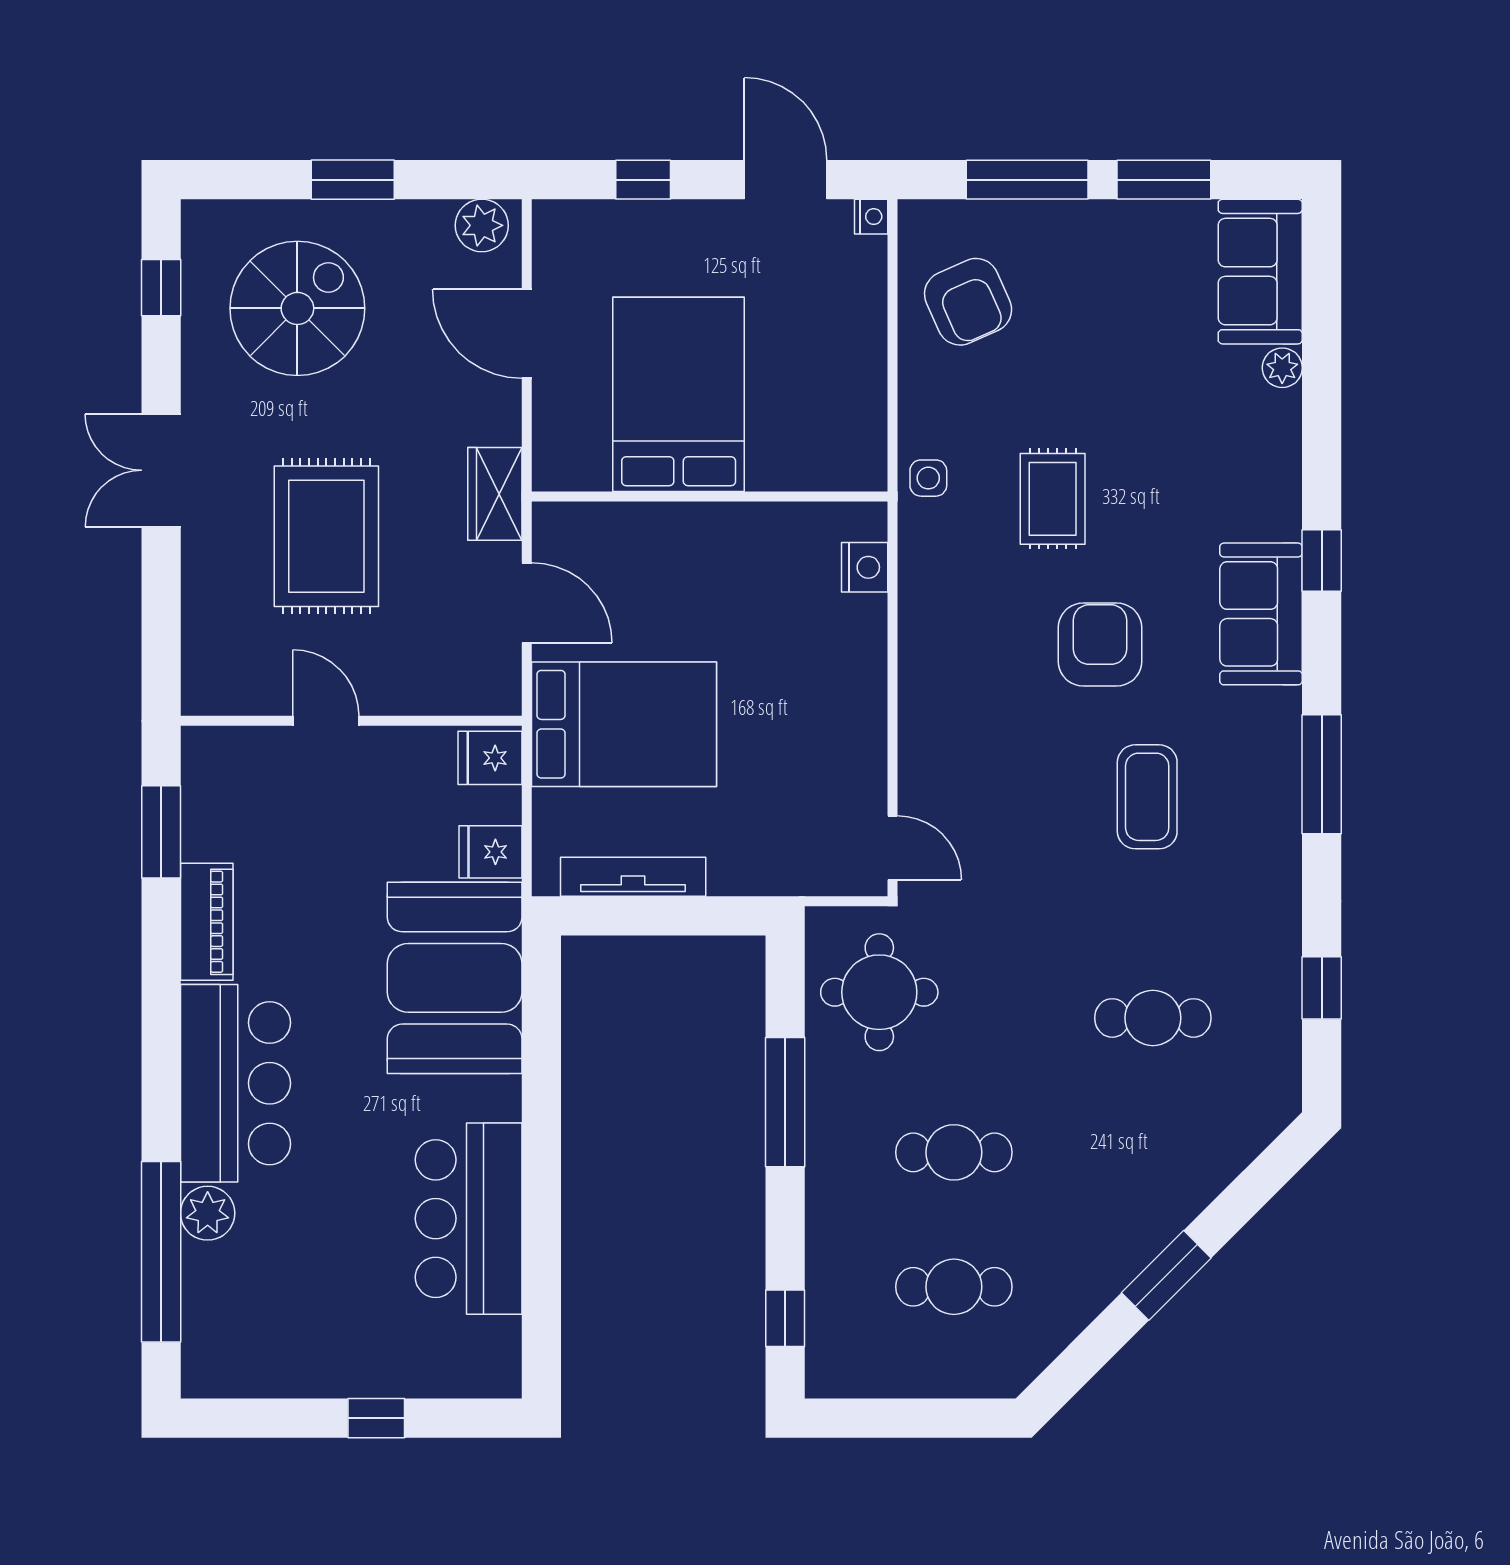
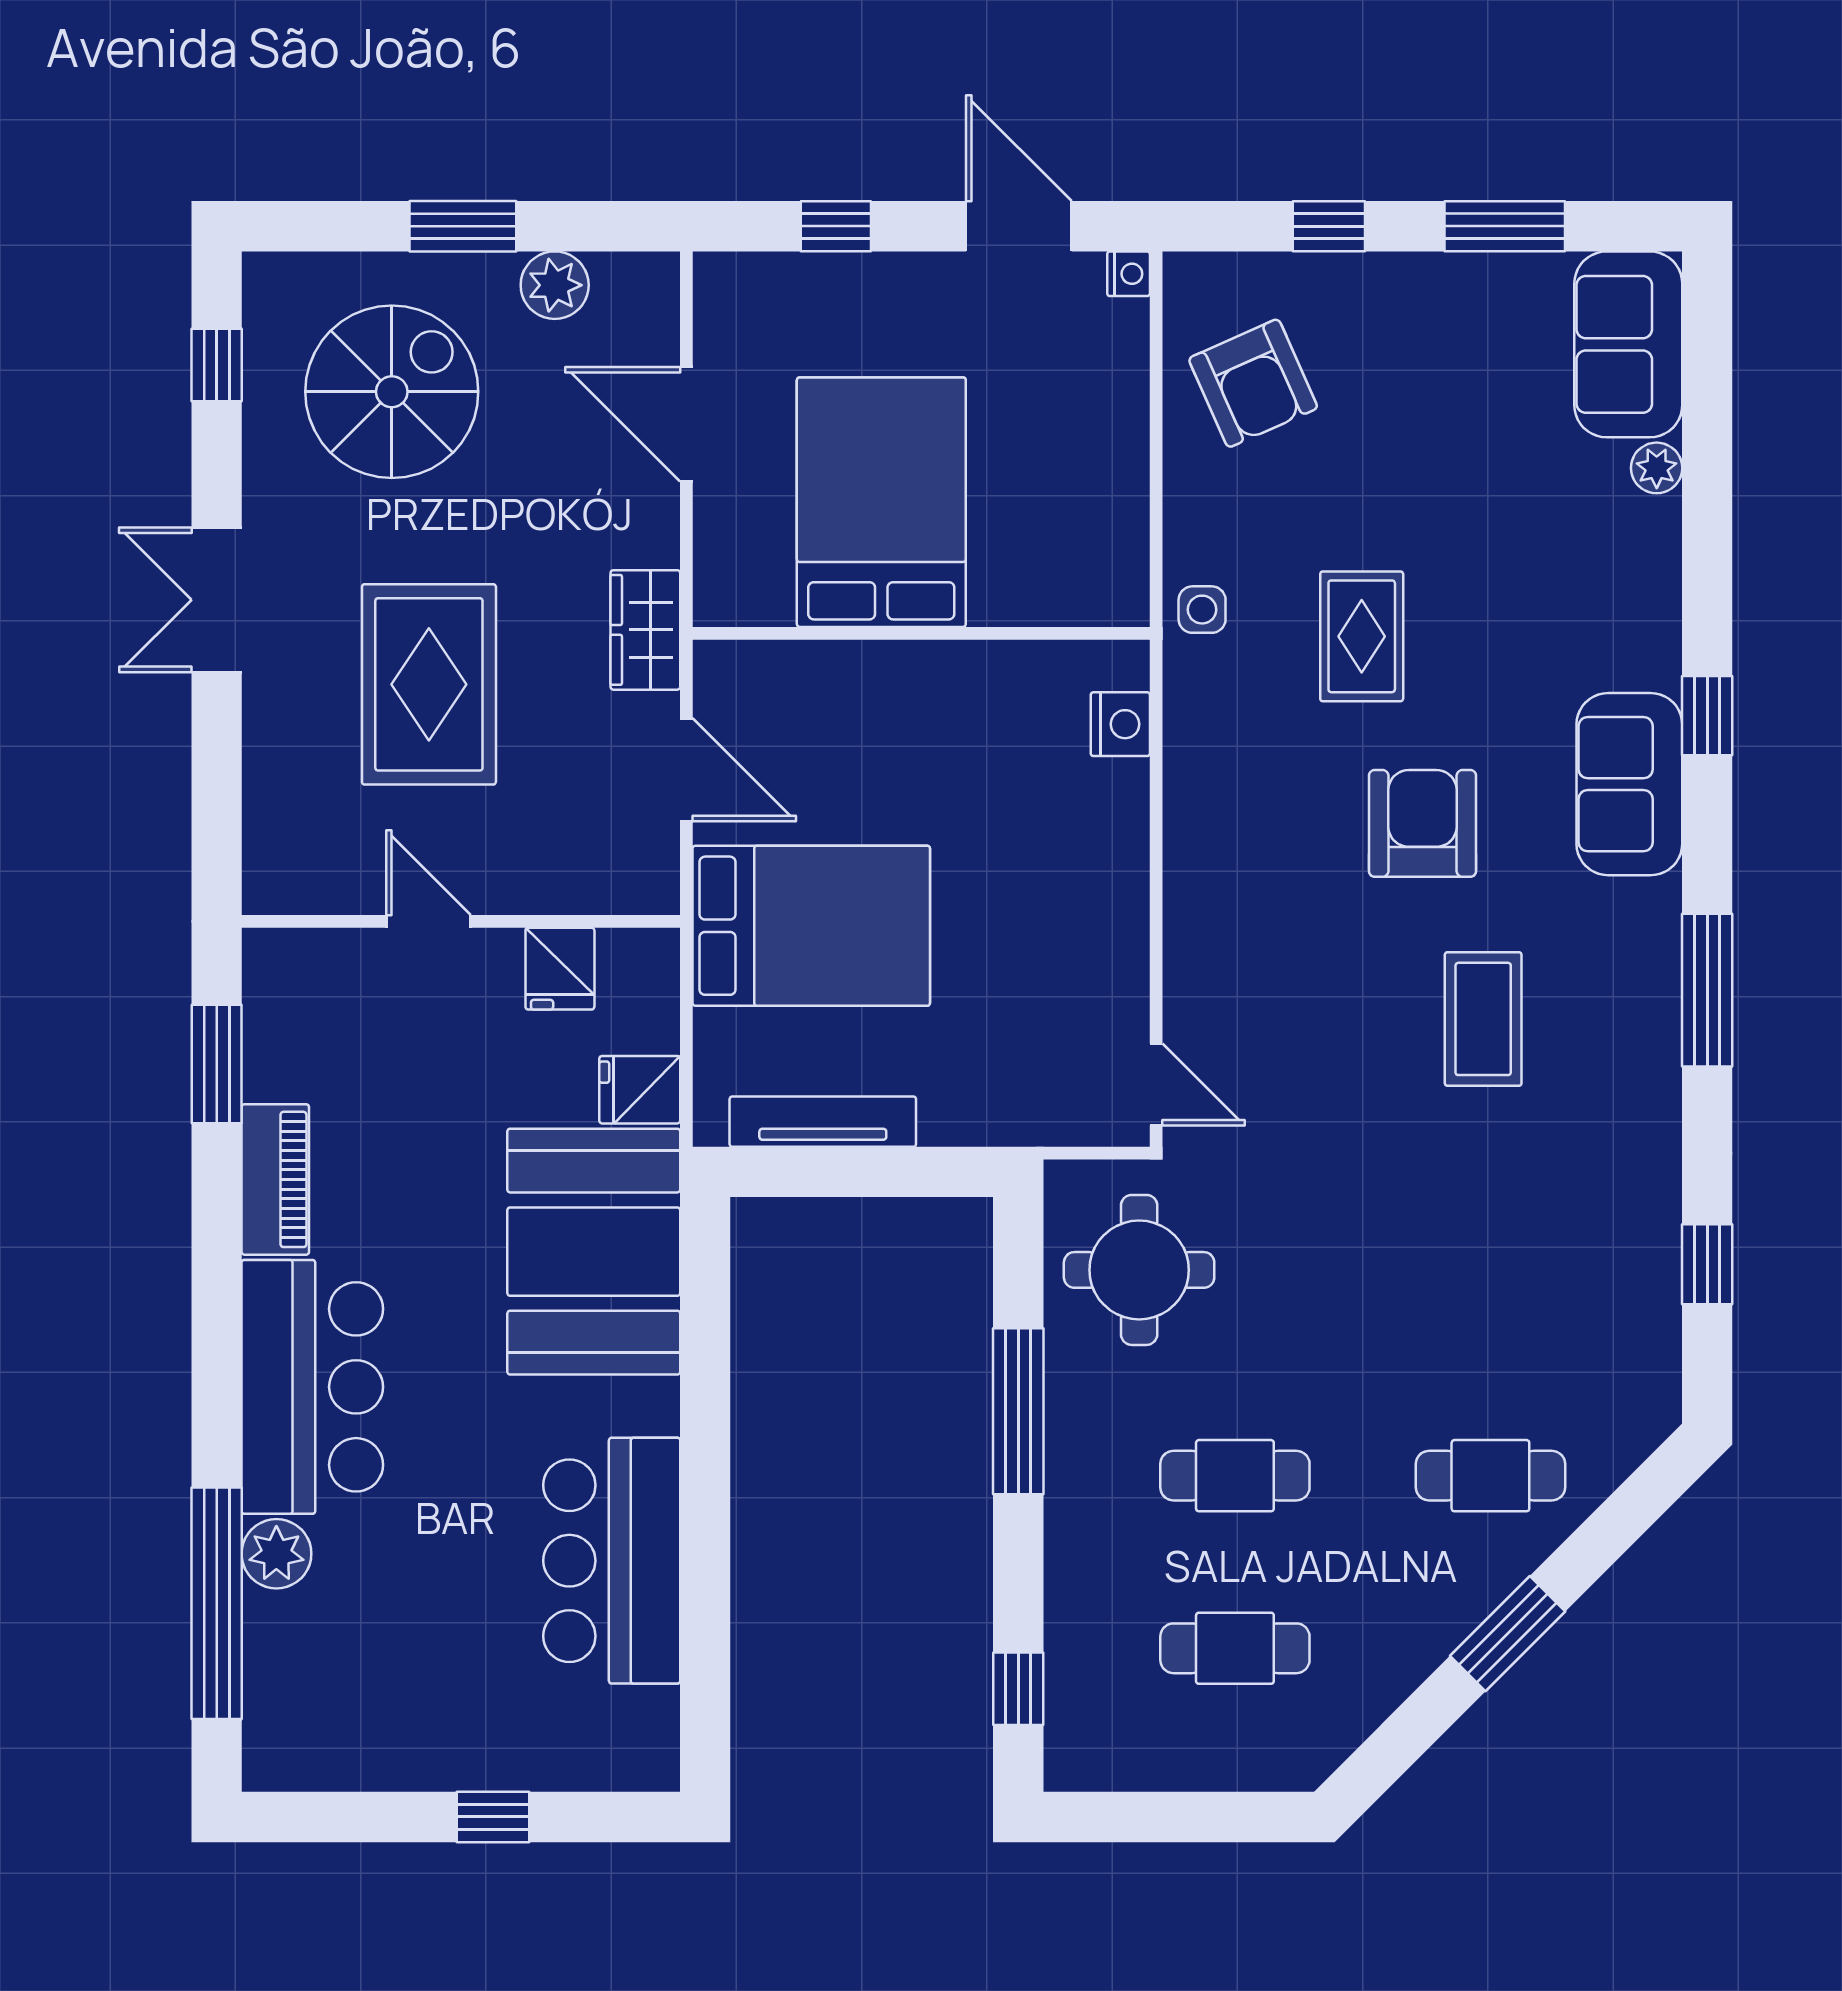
window: (1027, 180) -> (1329, 226), width x0.46
plant: (482, 225) -> (555, 285), moved
fridge: (490, 758) -> (560, 969), moved, turned -90
cafe table: (1153, 1018) -> (1490, 1476), moved

